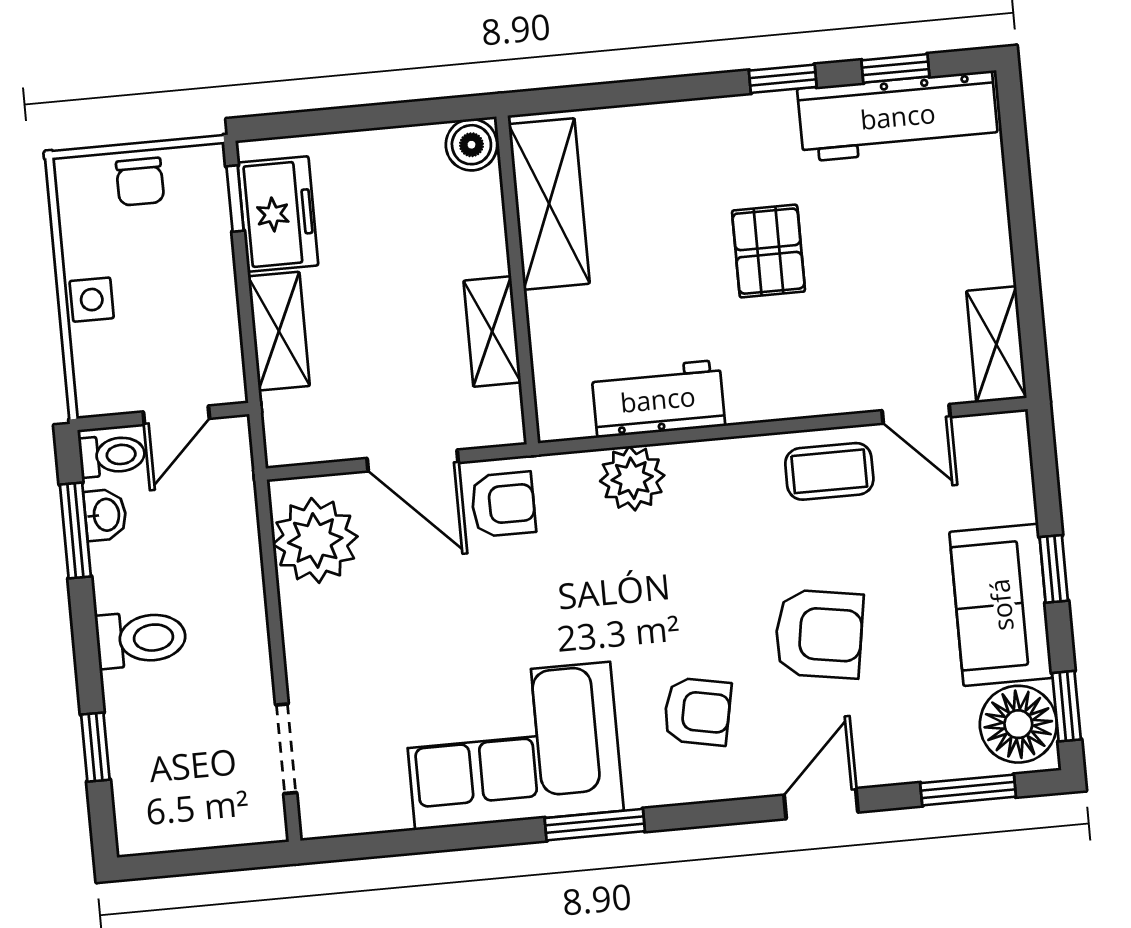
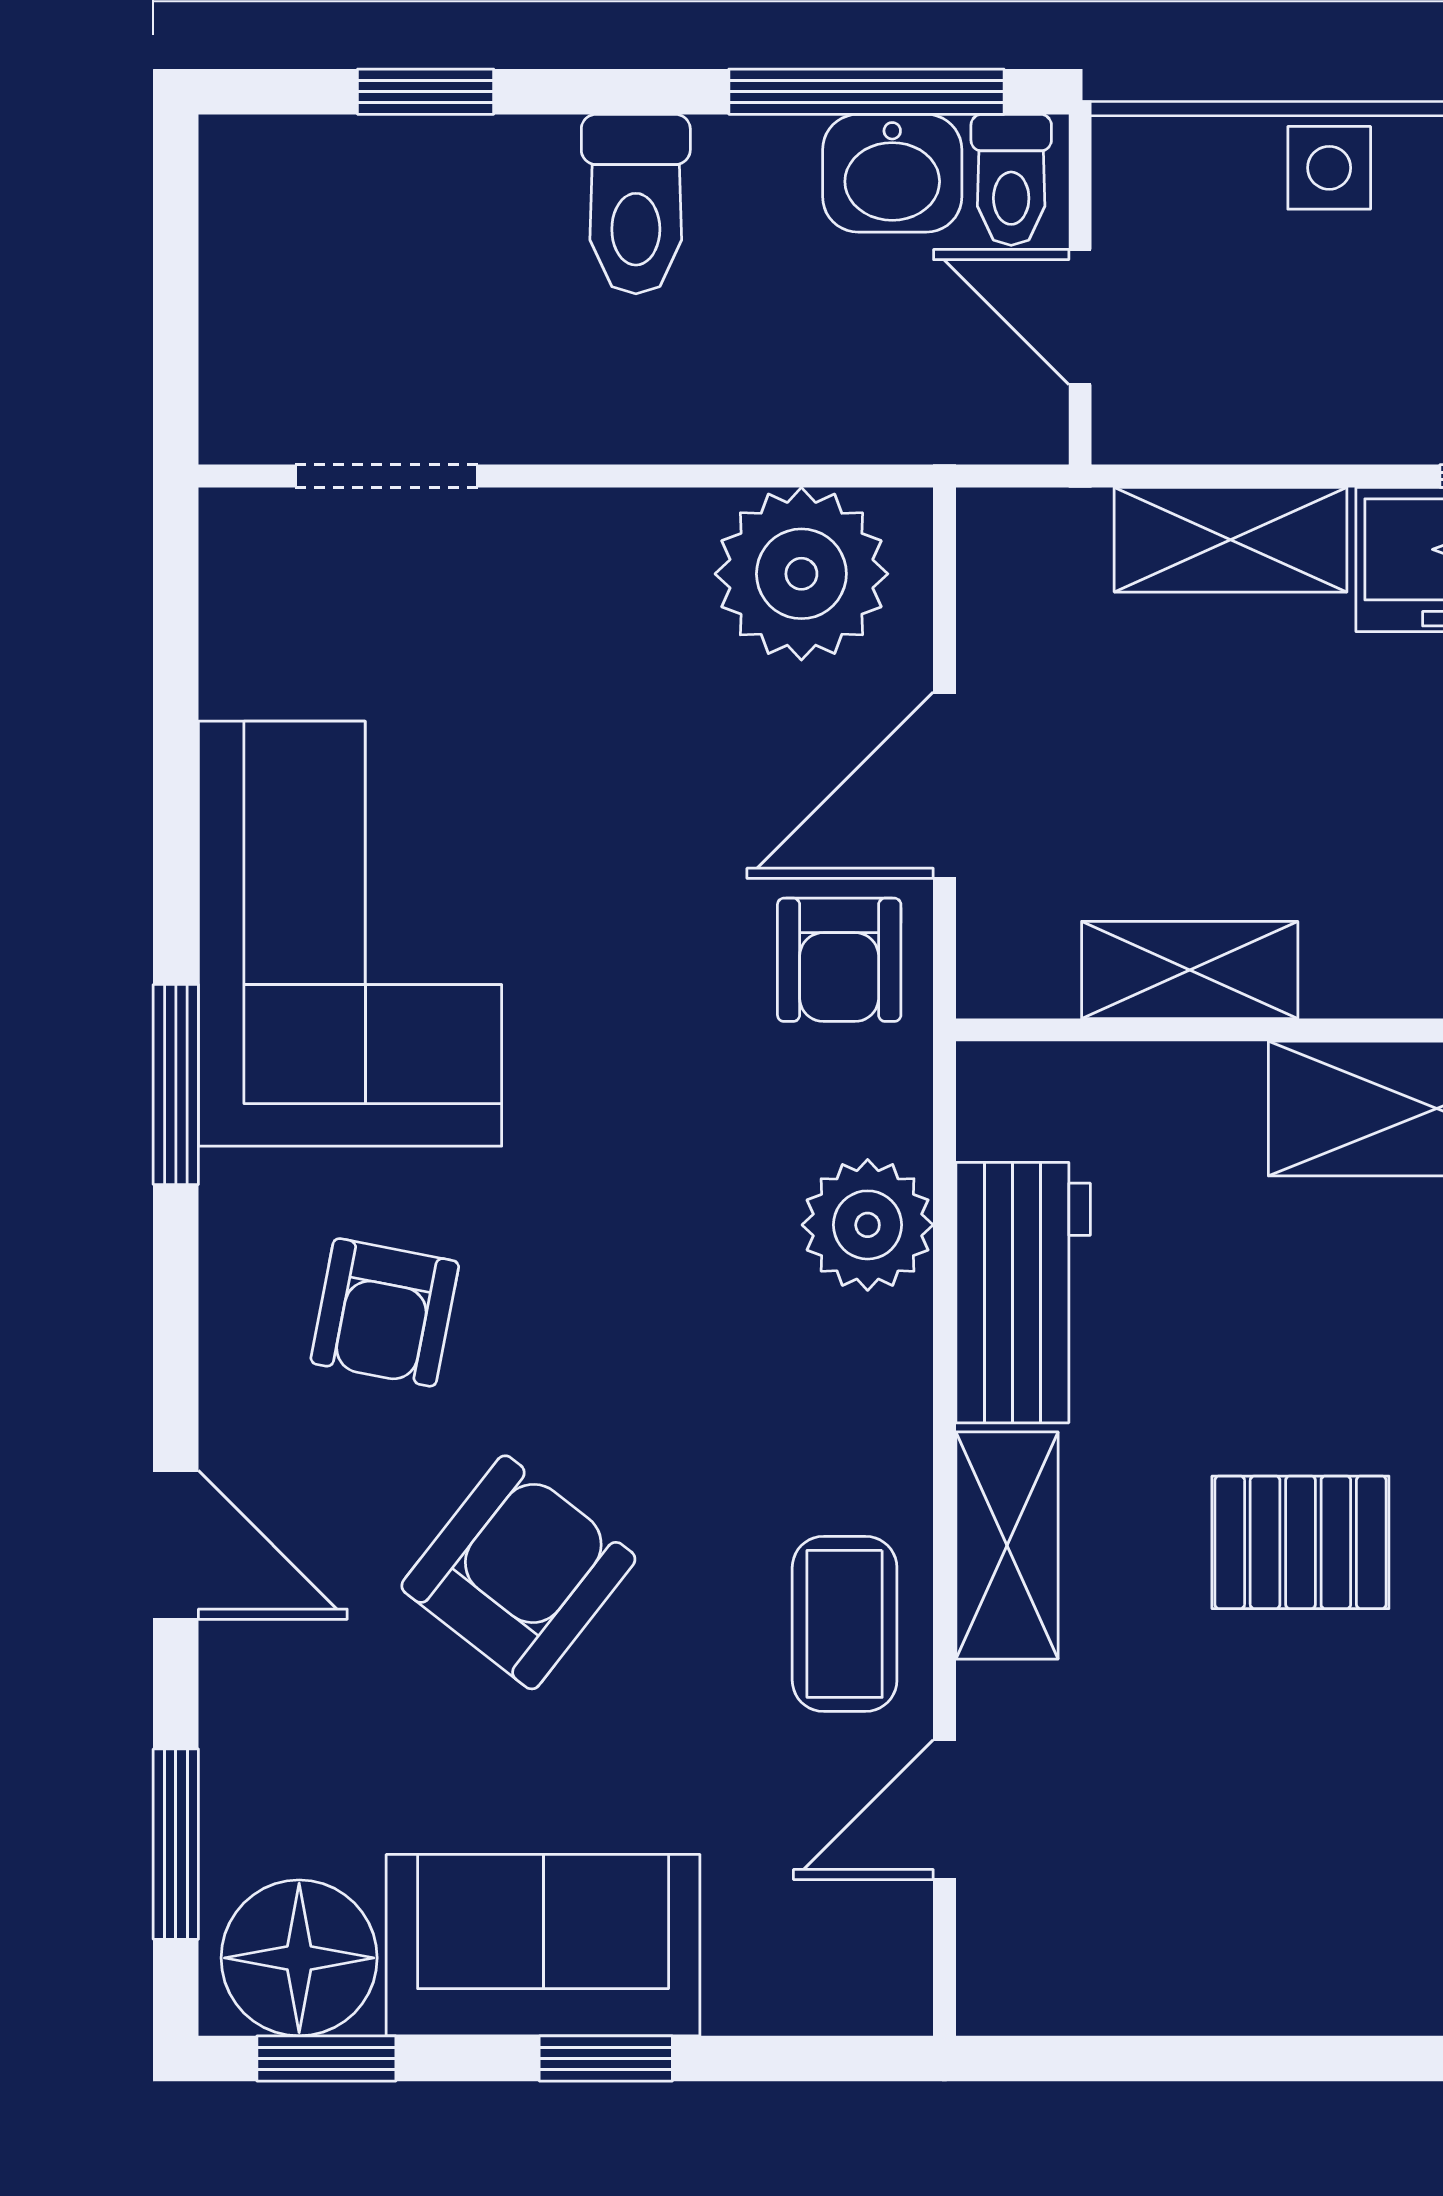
shelving: (996, 344) -> (1007, 1546), moved, turned 90
washbasin: (105, 515) -> (892, 173), width x1.38, depth x1.45
window: (75, 530) -> (866, 92), width x1.44
armchair: (819, 634) -> (518, 1572), turned -151

